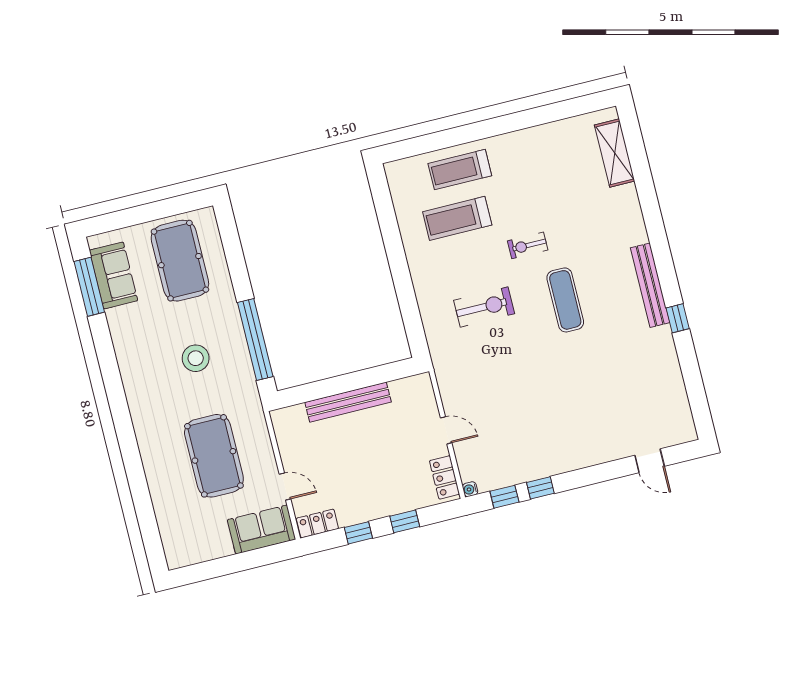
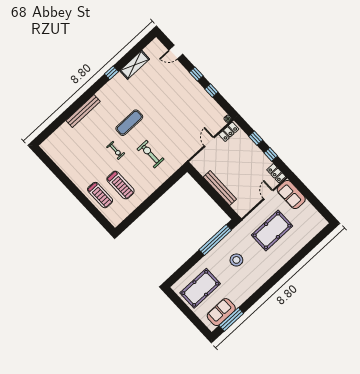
shelving: (615, 153) -> (135, 65), moved
bench: (650, 285) -> (83, 111), moved
door: (650, 461) -> (176, 52), swing flipped
window: (504, 497) -> (196, 74), moved

